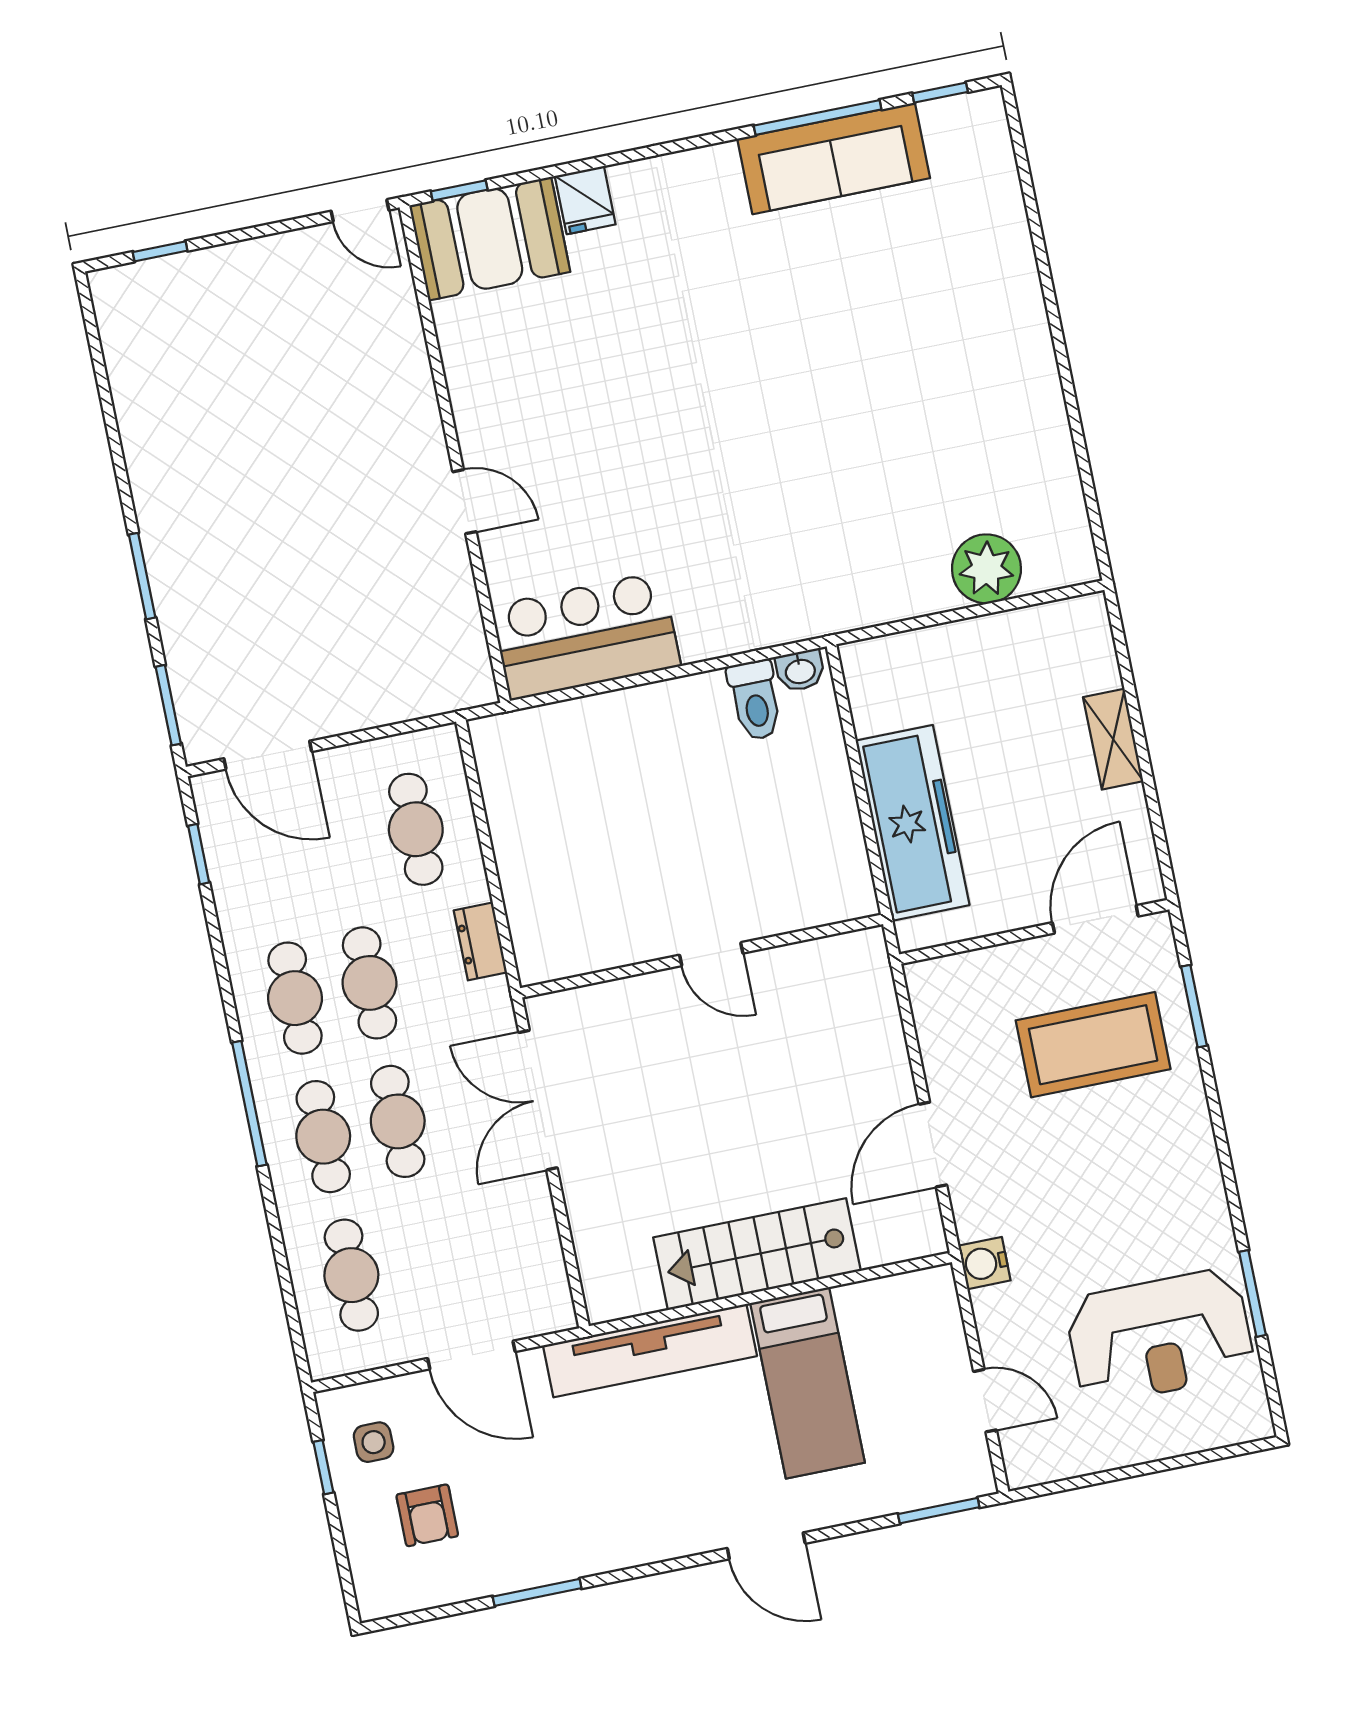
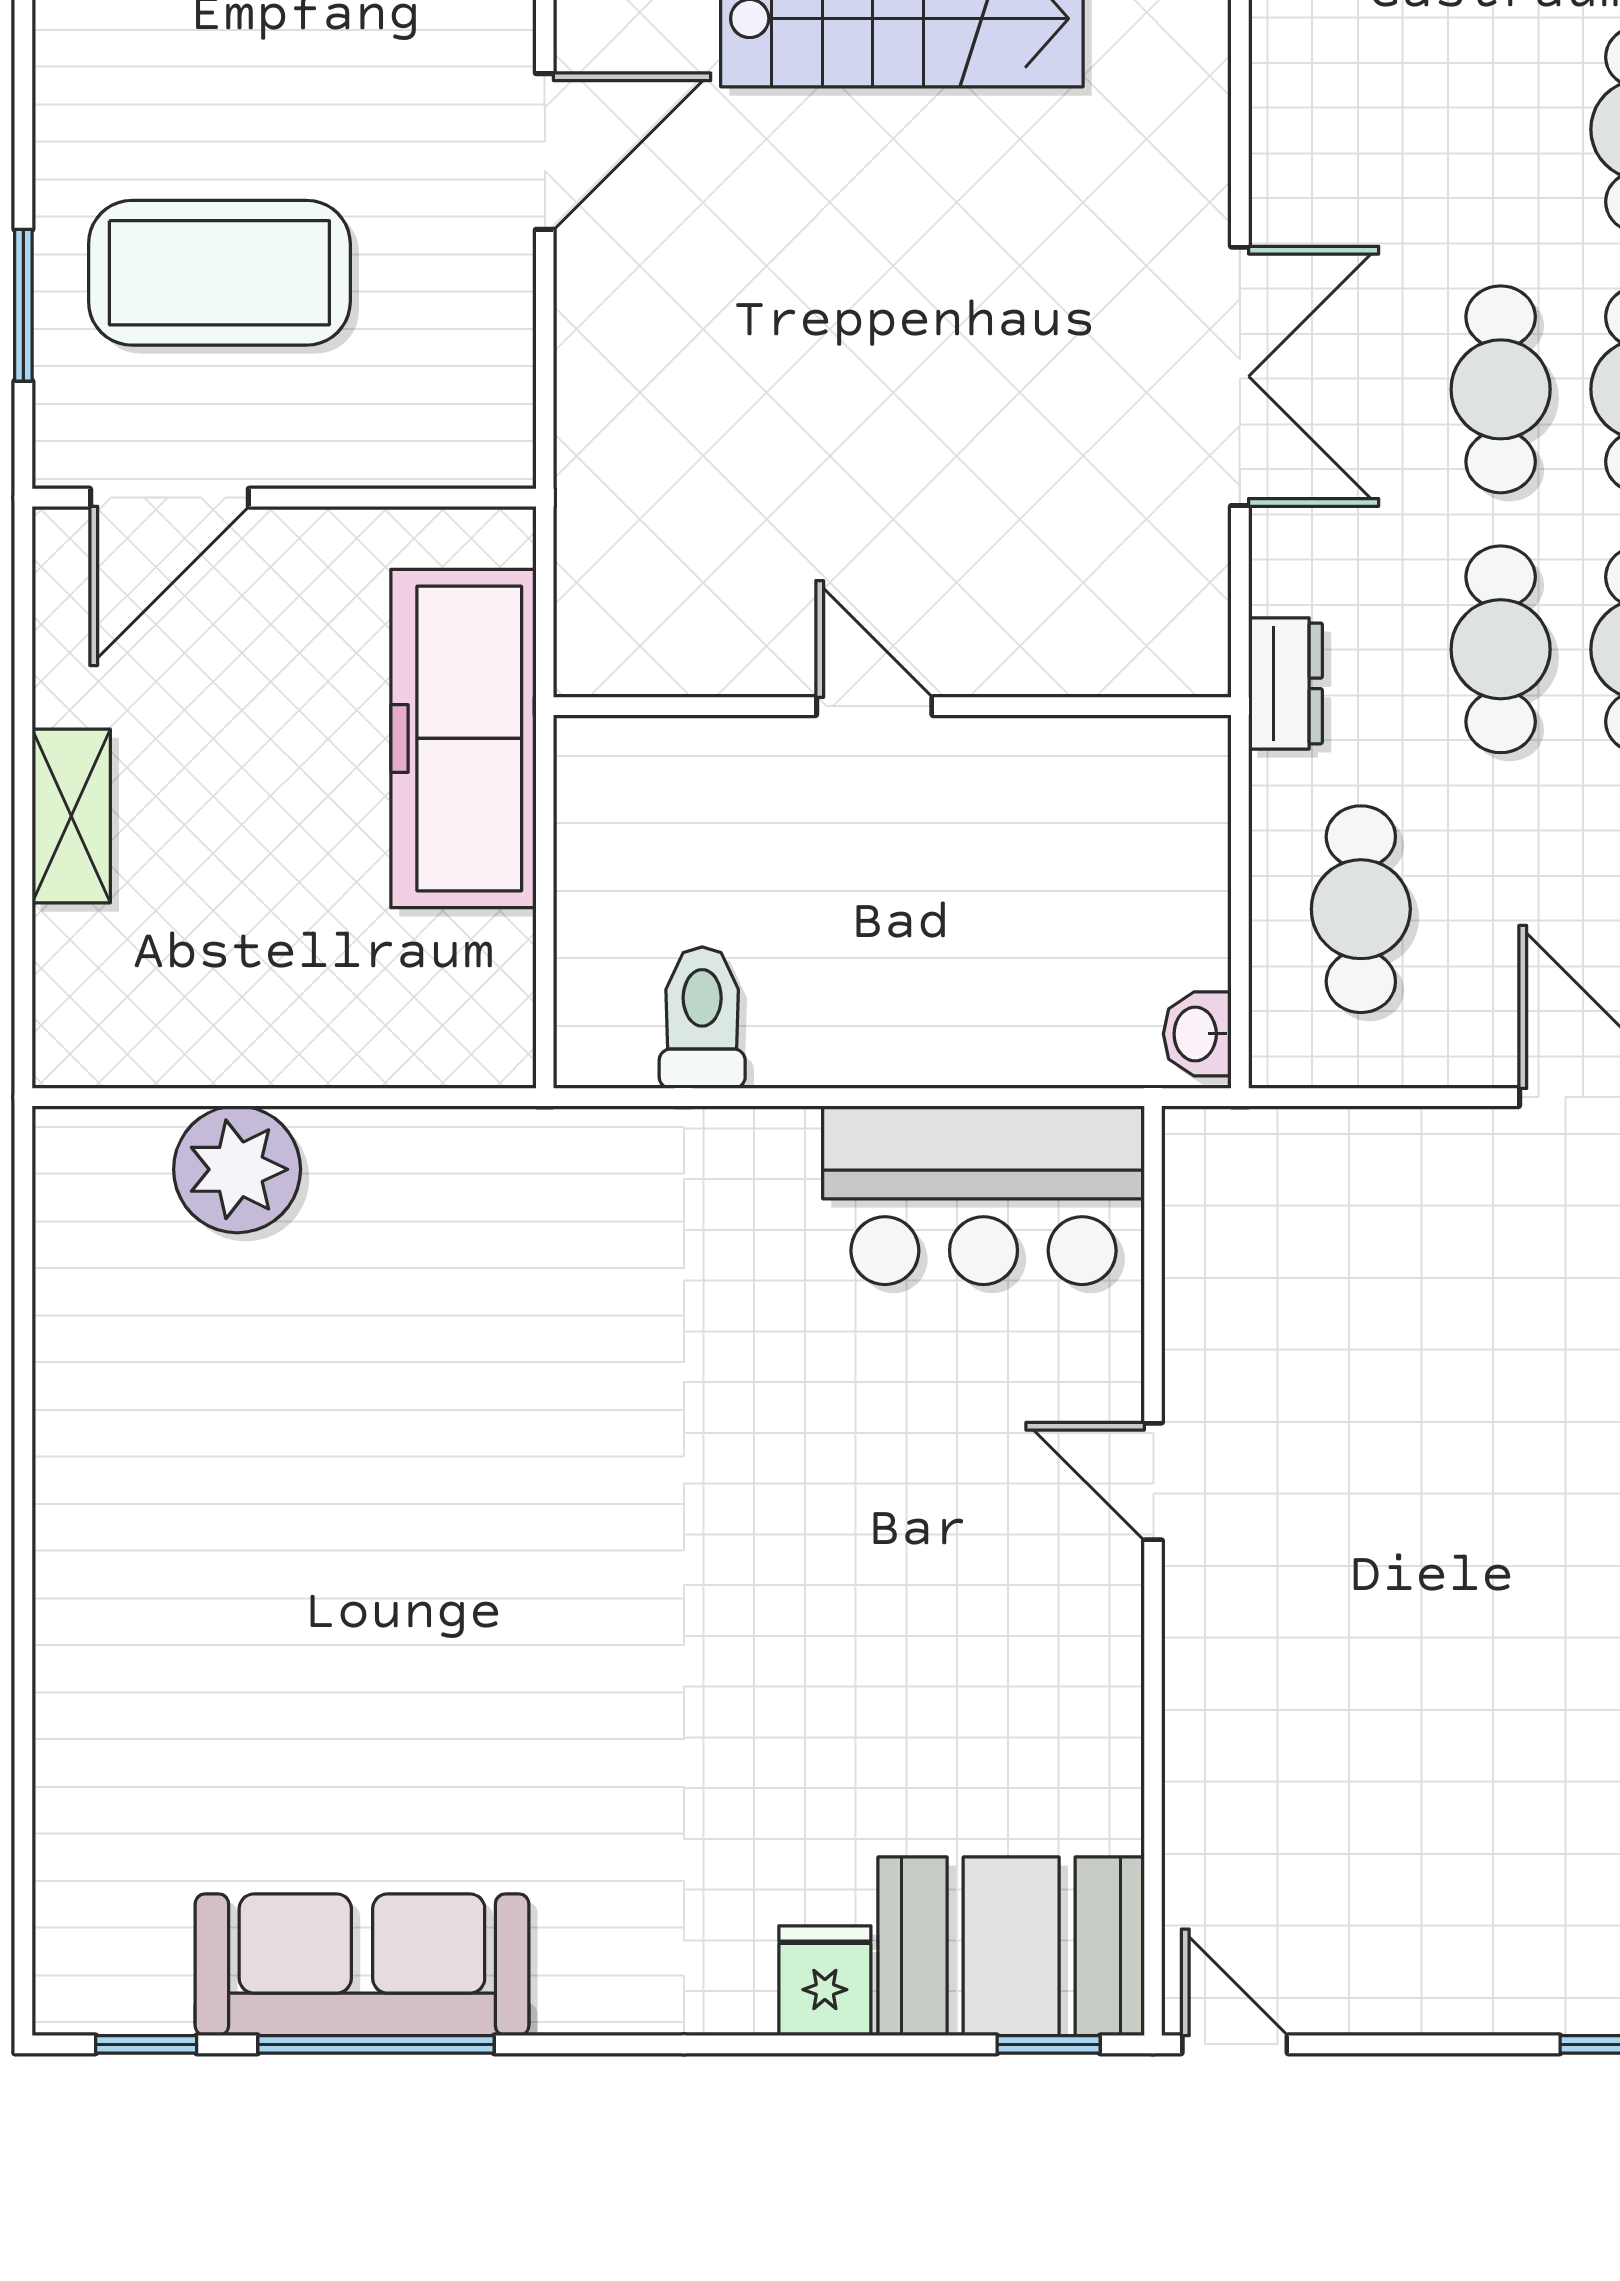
washbasin: (800, 670) -> (1197, 1034), moved, turned -90
door: (711, 954) -> (874, 706), moved
wall: (702, 956) -> (892, 706), moved

